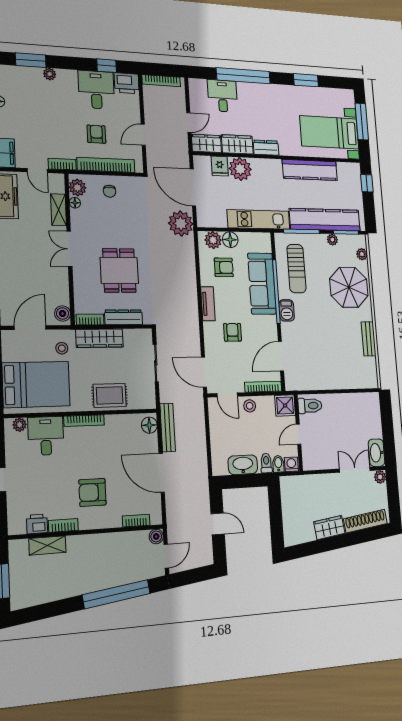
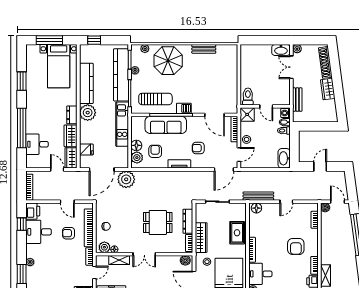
plant: (240, 169) -> (88, 113), moved
washbasin: (243, 465) -> (284, 158), moved
door: (162, 473) -> (286, 202), width x0.53
bench: (311, 481) -> (297, 100), added

